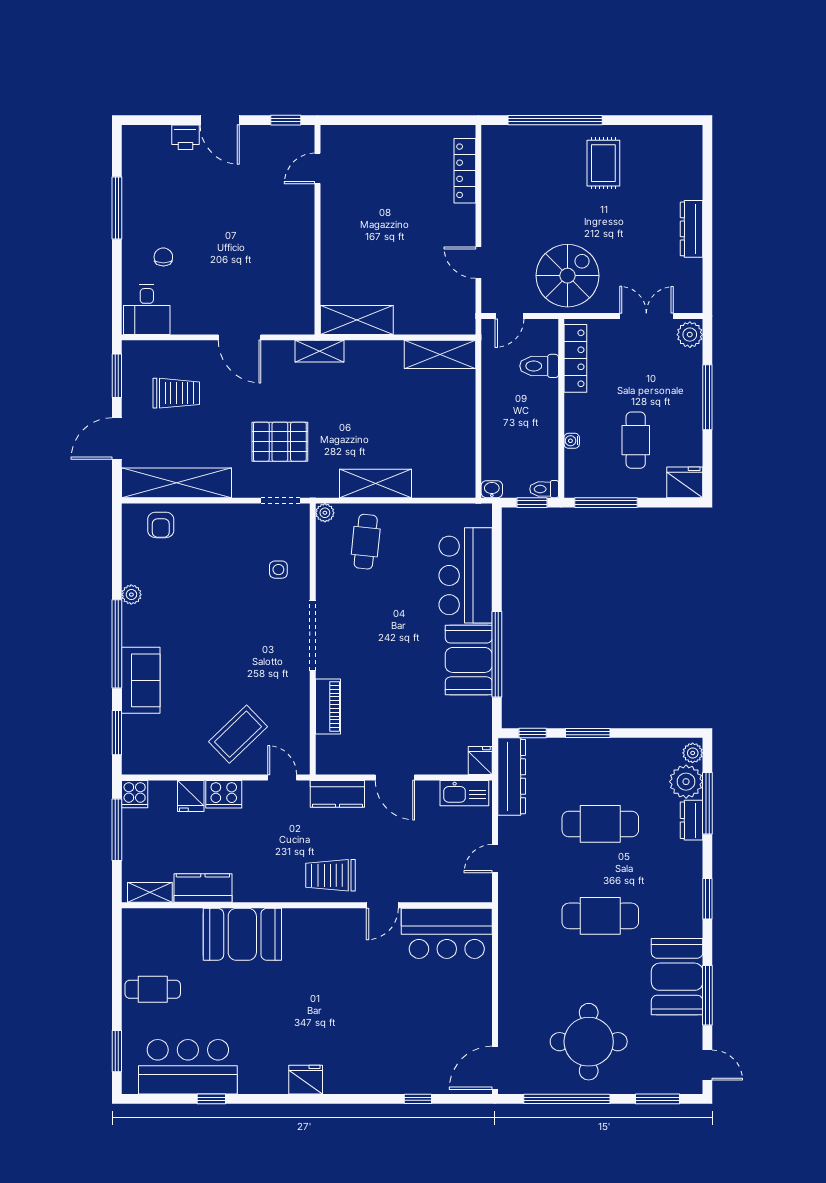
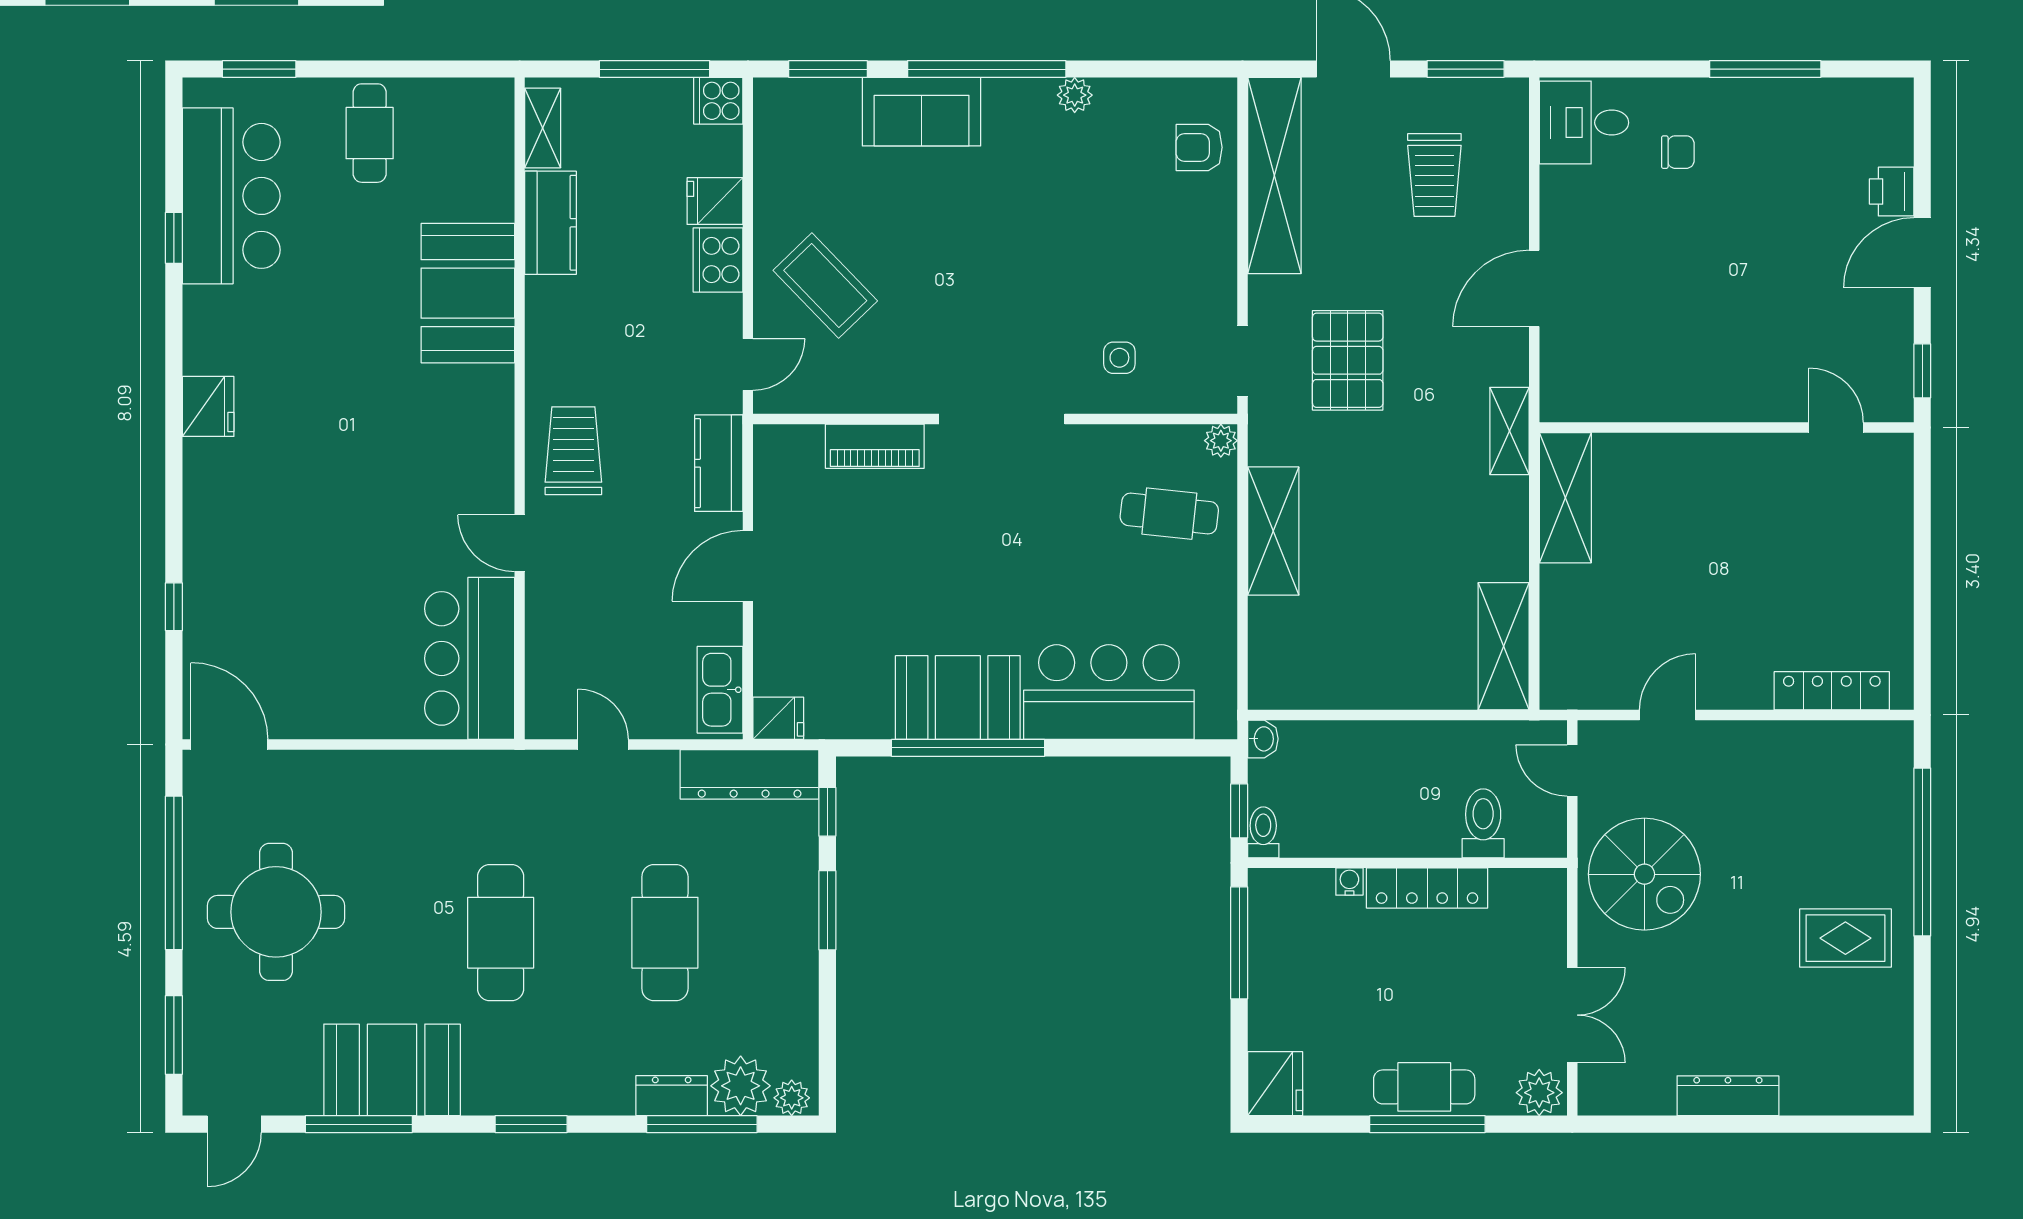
locker: (575, 358) -> (1427, 888), moved
cafe table: (636, 440) -> (1424, 1087), moved

